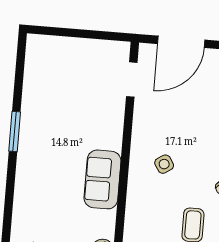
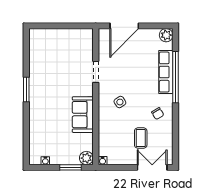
doorway: (132, 80) -> (96, 72), moved

